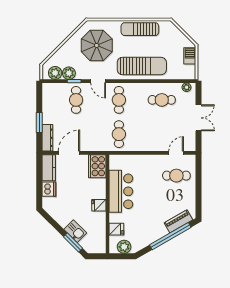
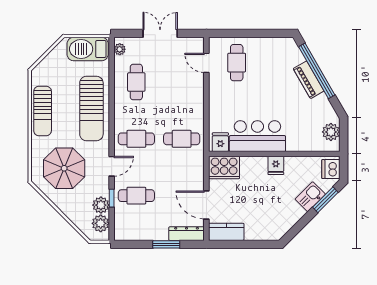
barbecue: (190, 56) -> (88, 49), width x1.88, depth x1.53
sun lounger: (142, 66) -> (91, 108), turned 180
dishwasher: (49, 189) -> (331, 169), moved, turned -90
piano: (178, 221) -> (309, 80), moved
fridge: (116, 229) -> (220, 142), moved

